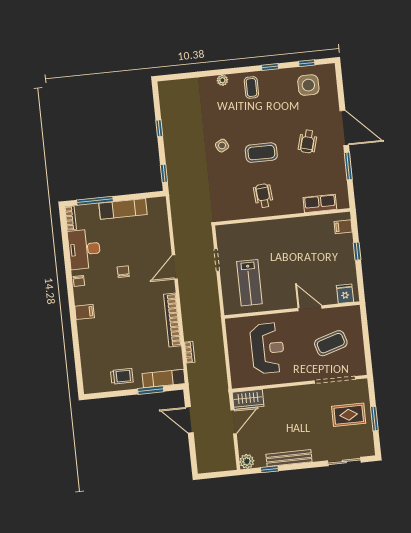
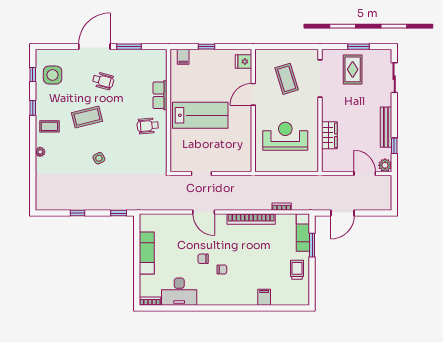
coffee table: (261, 153) -> (87, 117), moved, turned 76
window: (95, 201) -> (137, 278), removed
row of seats: (320, 203) -> (160, 95), moved
chair: (79, 281) -> (222, 269), moved
lab bench: (249, 283) -> (200, 115), moved, width x1.36, depth x1.39
filing cabinet: (85, 312) -> (264, 297), moved
wardrobe: (248, 399) -> (329, 135), moved
door: (234, 422) -> (365, 174), moved

